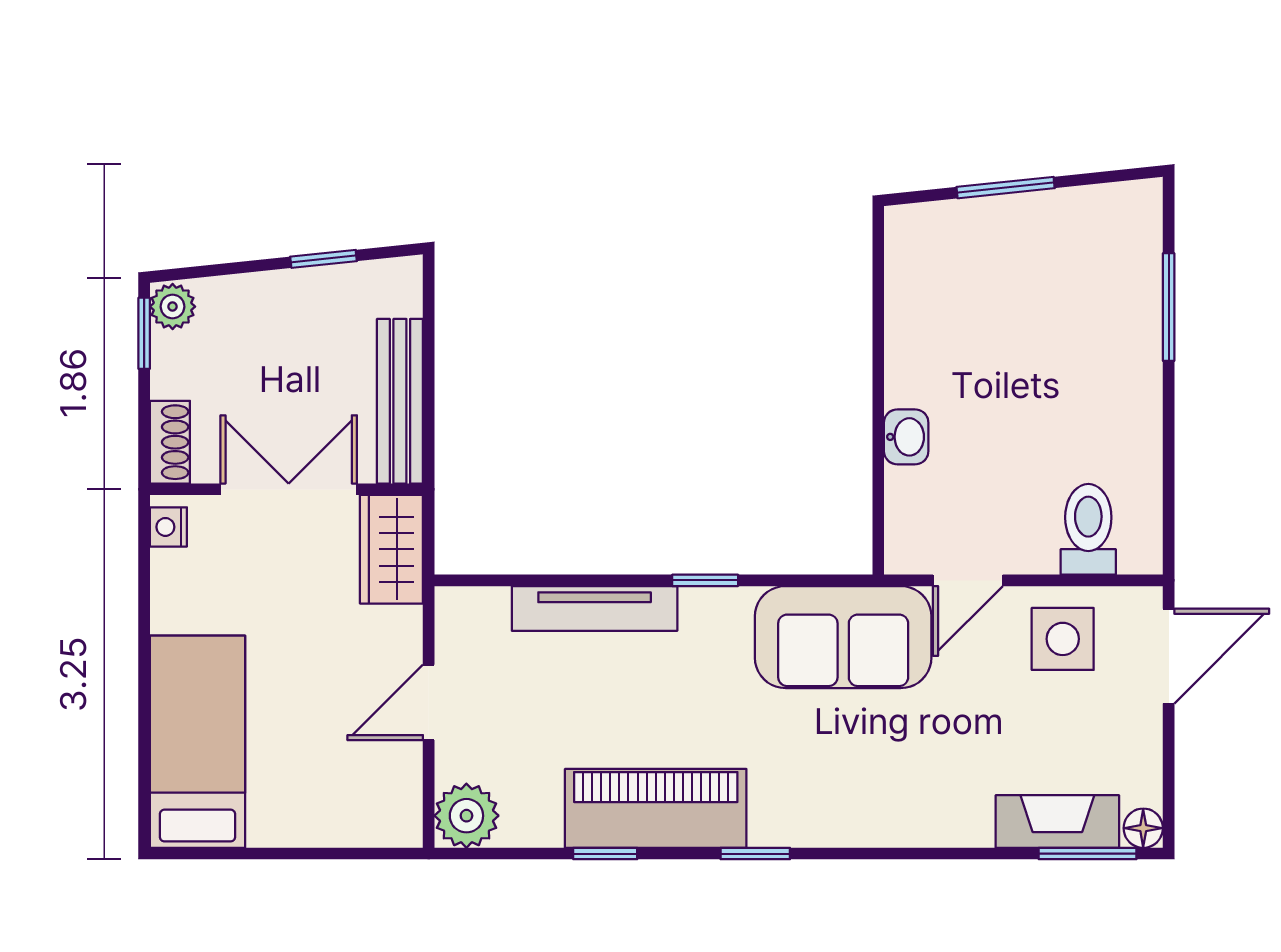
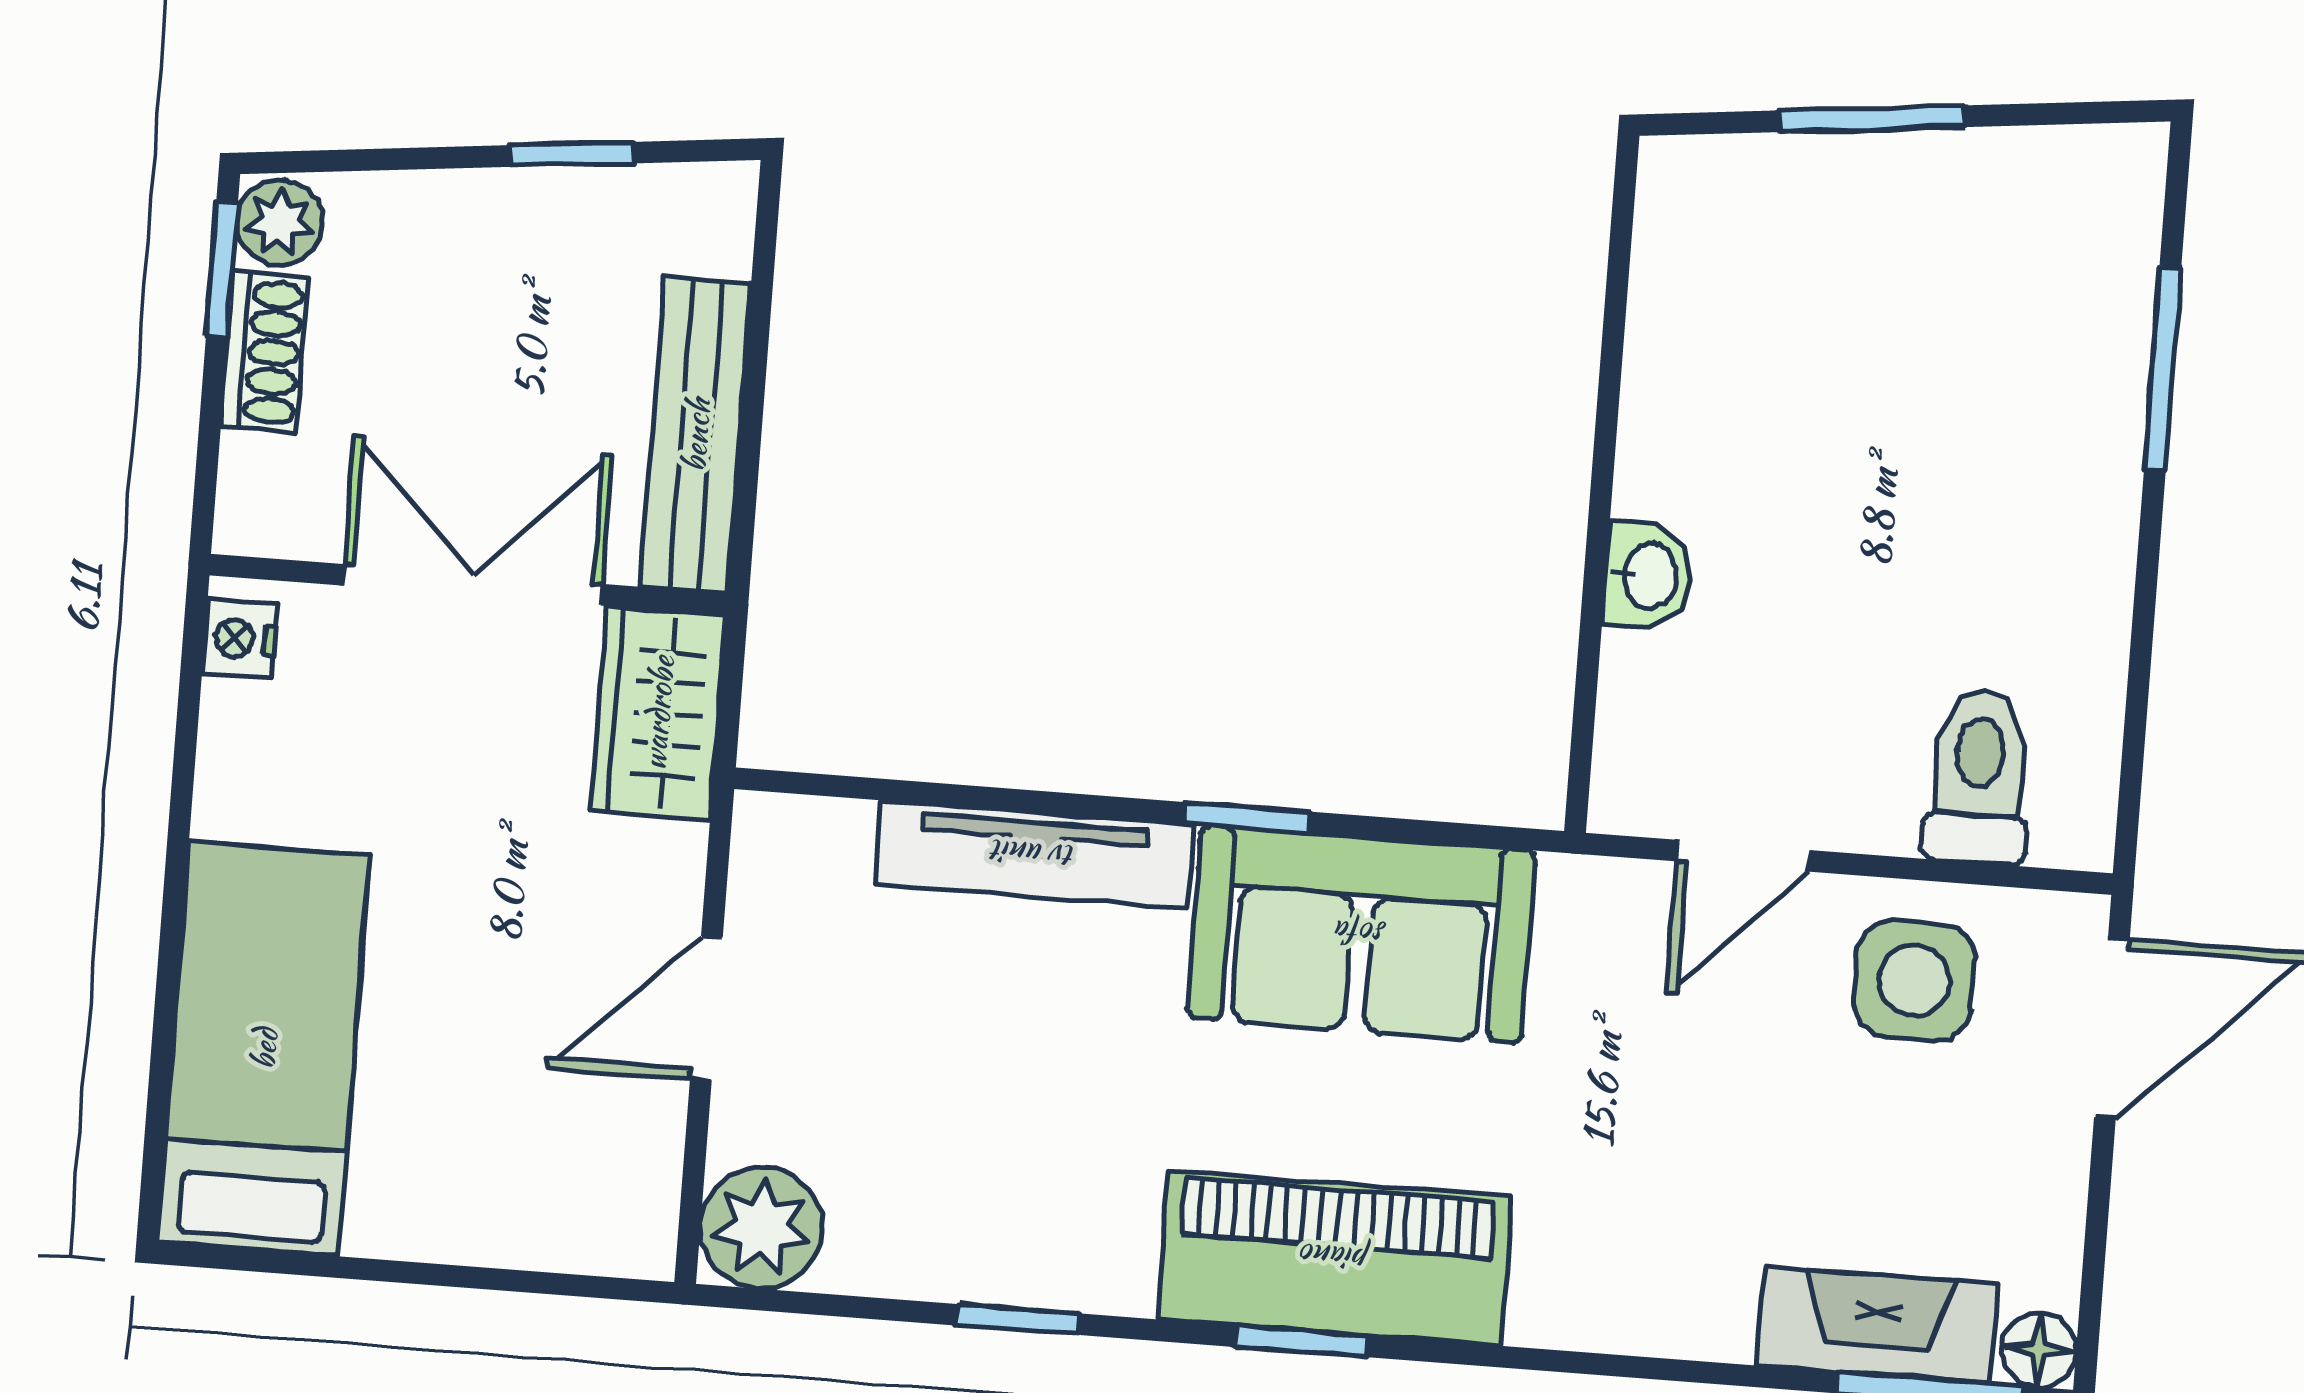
shoe rack: (170, 442) -> (265, 352), moved
sofa: (843, 637) -> (1361, 934), moved
piano: (656, 808) -> (1335, 1258), moved

